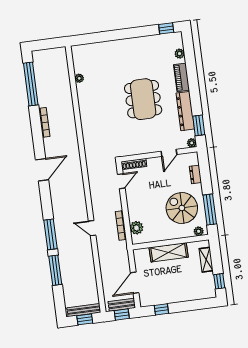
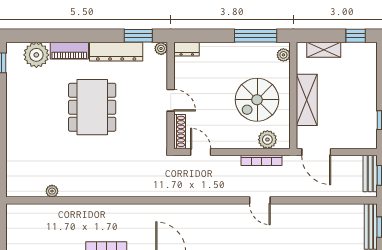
plant: (180, 54) -> (36, 55), width x1.88, depth x1.88
dining table: (143, 99) -> (92, 107), turned 90
door: (169, 153) -> (171, 100), moved
dresser: (195, 174) -> (187, 49), moved
spiral stairs: (182, 208) -> (257, 100), moved
door: (92, 228) -> (260, 200), hinge flipped
door: (135, 283) -> (316, 152), moved

